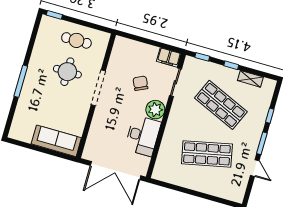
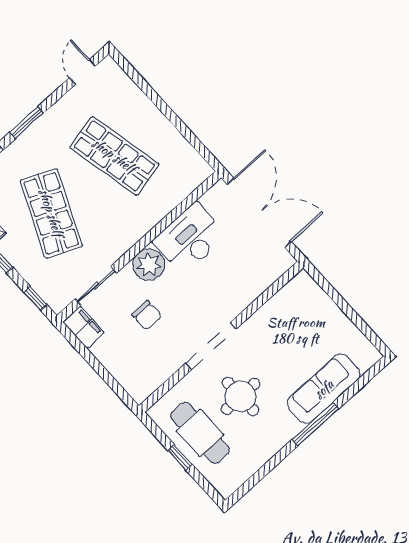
window: (54, 15) -> (180, 457), moved
cafe table: (76, 40) -> (200, 433), width x1.37, depth x1.35
chair: (140, 83) -> (147, 315), turned -65
sofa: (56, 141) -> (324, 389), moved, turned 90
door: (255, 168) -> (83, 72), moved

